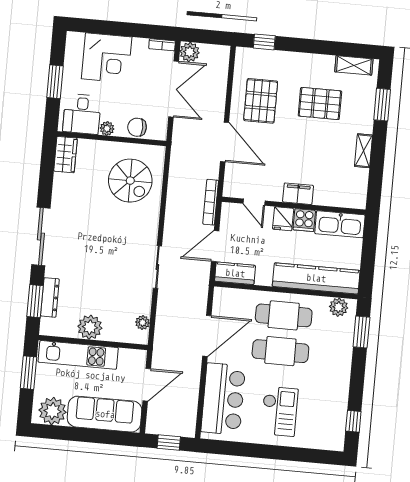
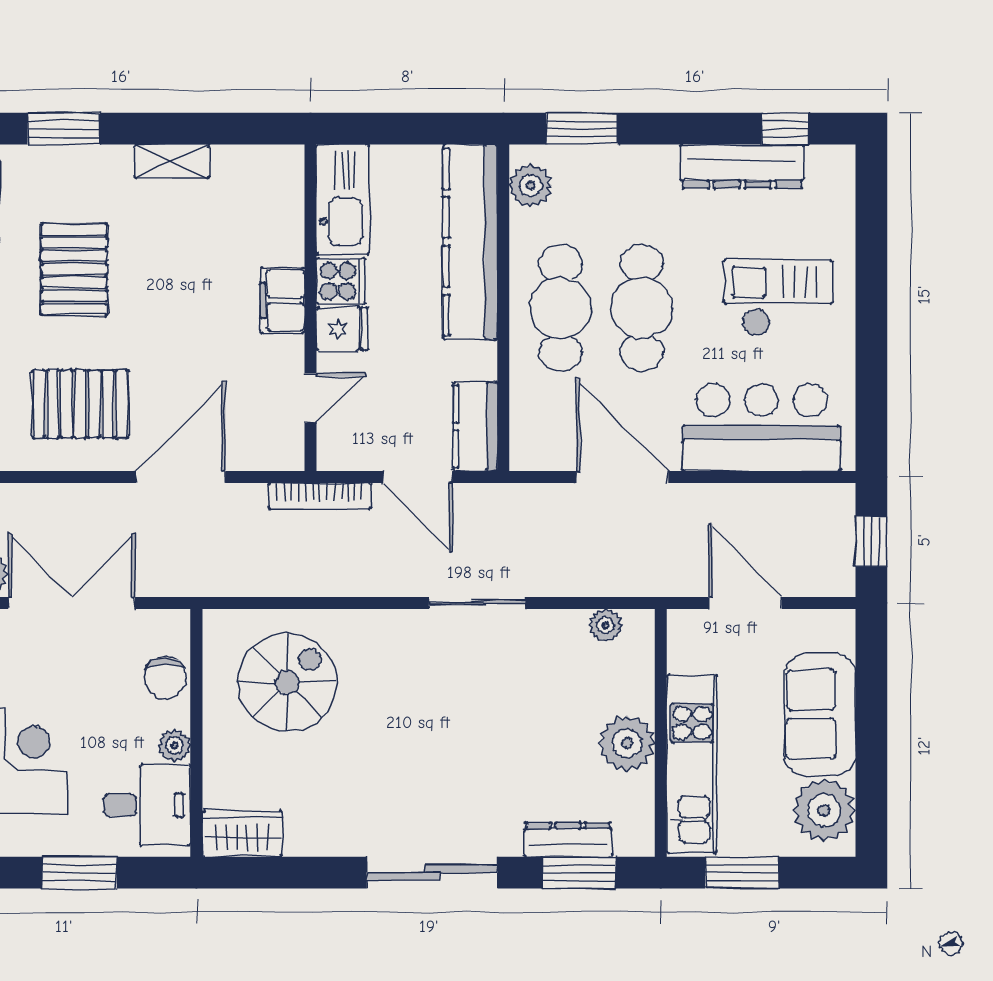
dresser: (338, 401) -> (742, 166), added
sofa: (105, 414) -> (820, 714), width x0.73

